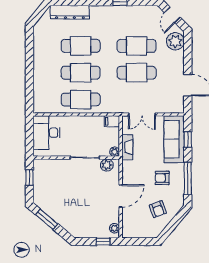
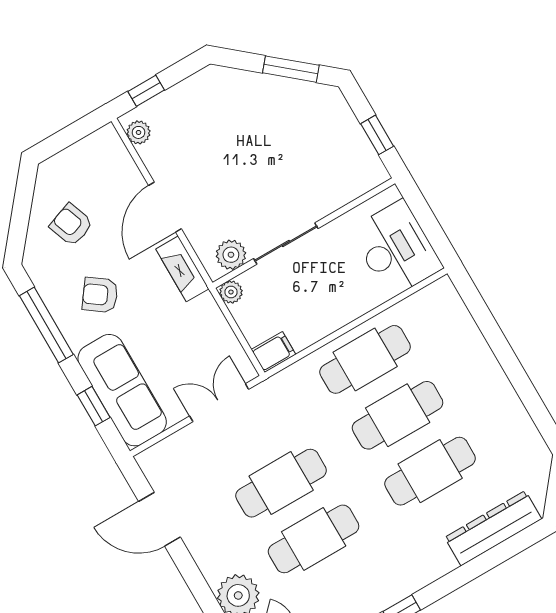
fireplace: (127, 147) -> (182, 269), moved
armchair: (162, 178) -> (100, 295), turned -144

